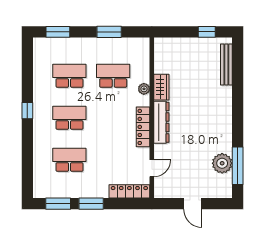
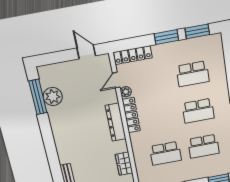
wardrobe: (161, 87) -> (124, 164), moved
plant: (144, 89) -> (126, 92), moved
door: (193, 204) -> (86, 52), moved

